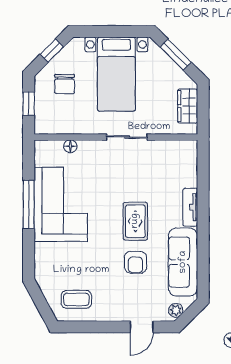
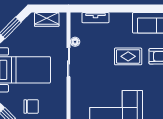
floor lamp: (70, 146) -> (75, 42), moved
tv unit: (190, 207) -> (95, 18), moved

